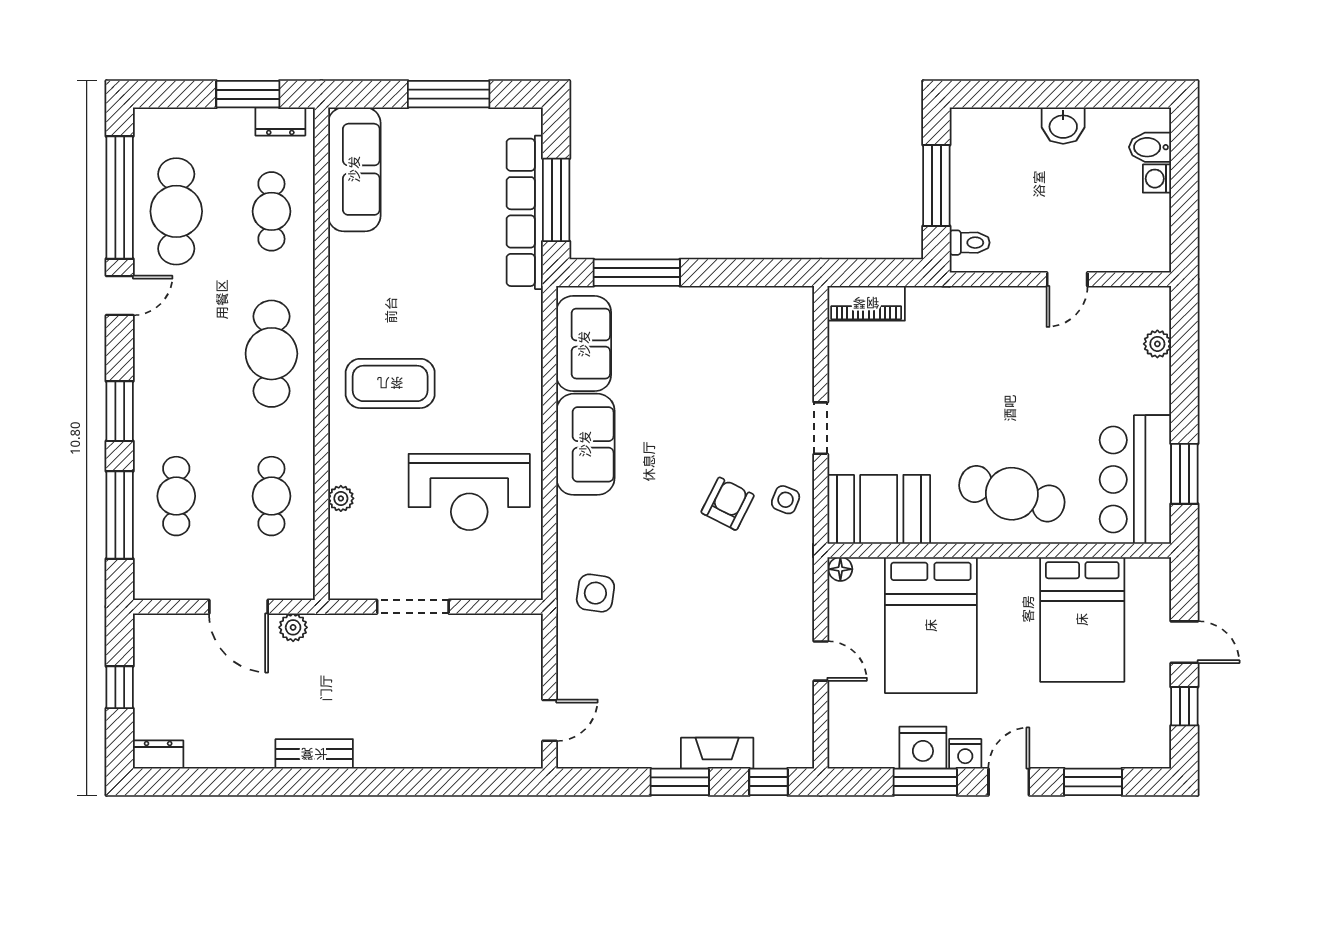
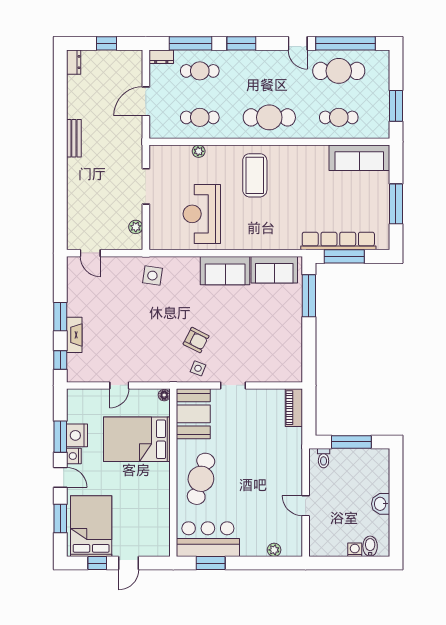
dresser: (280, 121) -> (161, 57), moved, turned -90
bed: (1082, 619) -> (91, 526), moved, turned 90
plant: (293, 627) -> (136, 227), moved

